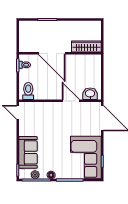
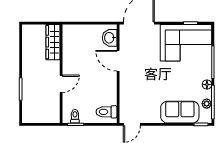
door: (52, 53) -> (61, 84), width x0.53
door: (71, 101) -> (118, 61), hinge flipped

